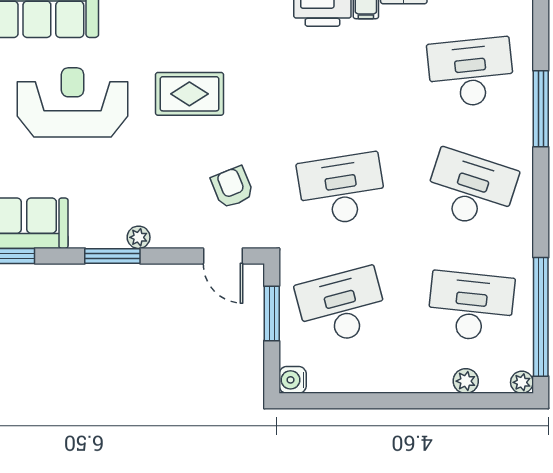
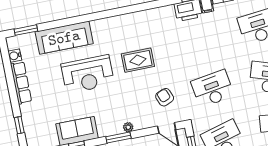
reception desk: (73, 102) -> (88, 74), turned 180

